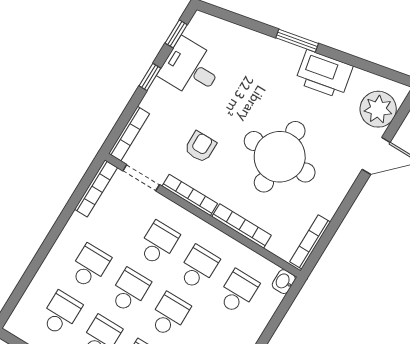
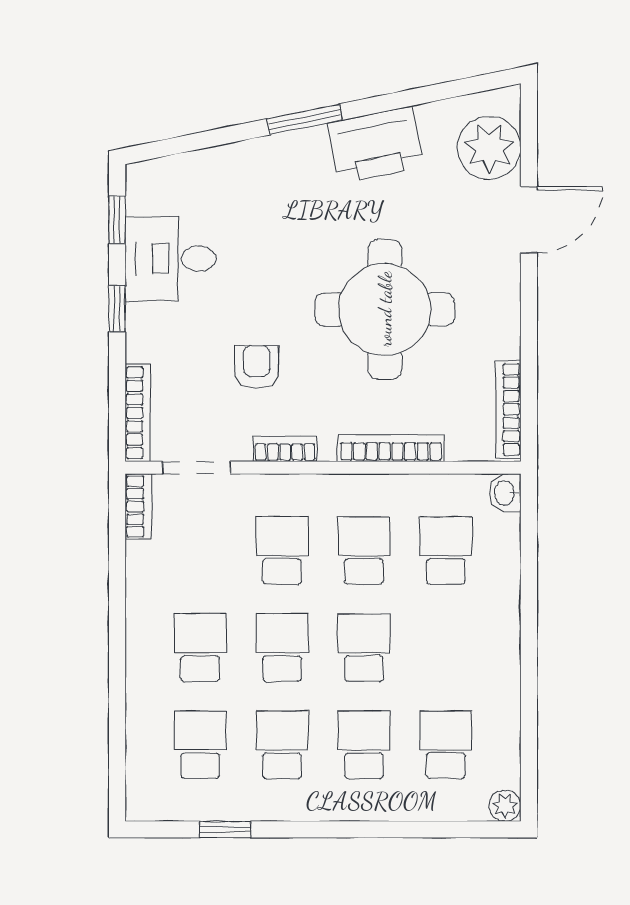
bookcase: (96, 188) -> (138, 507), width x0.64
bookcase: (190, 195) -> (285, 449), width x0.64

